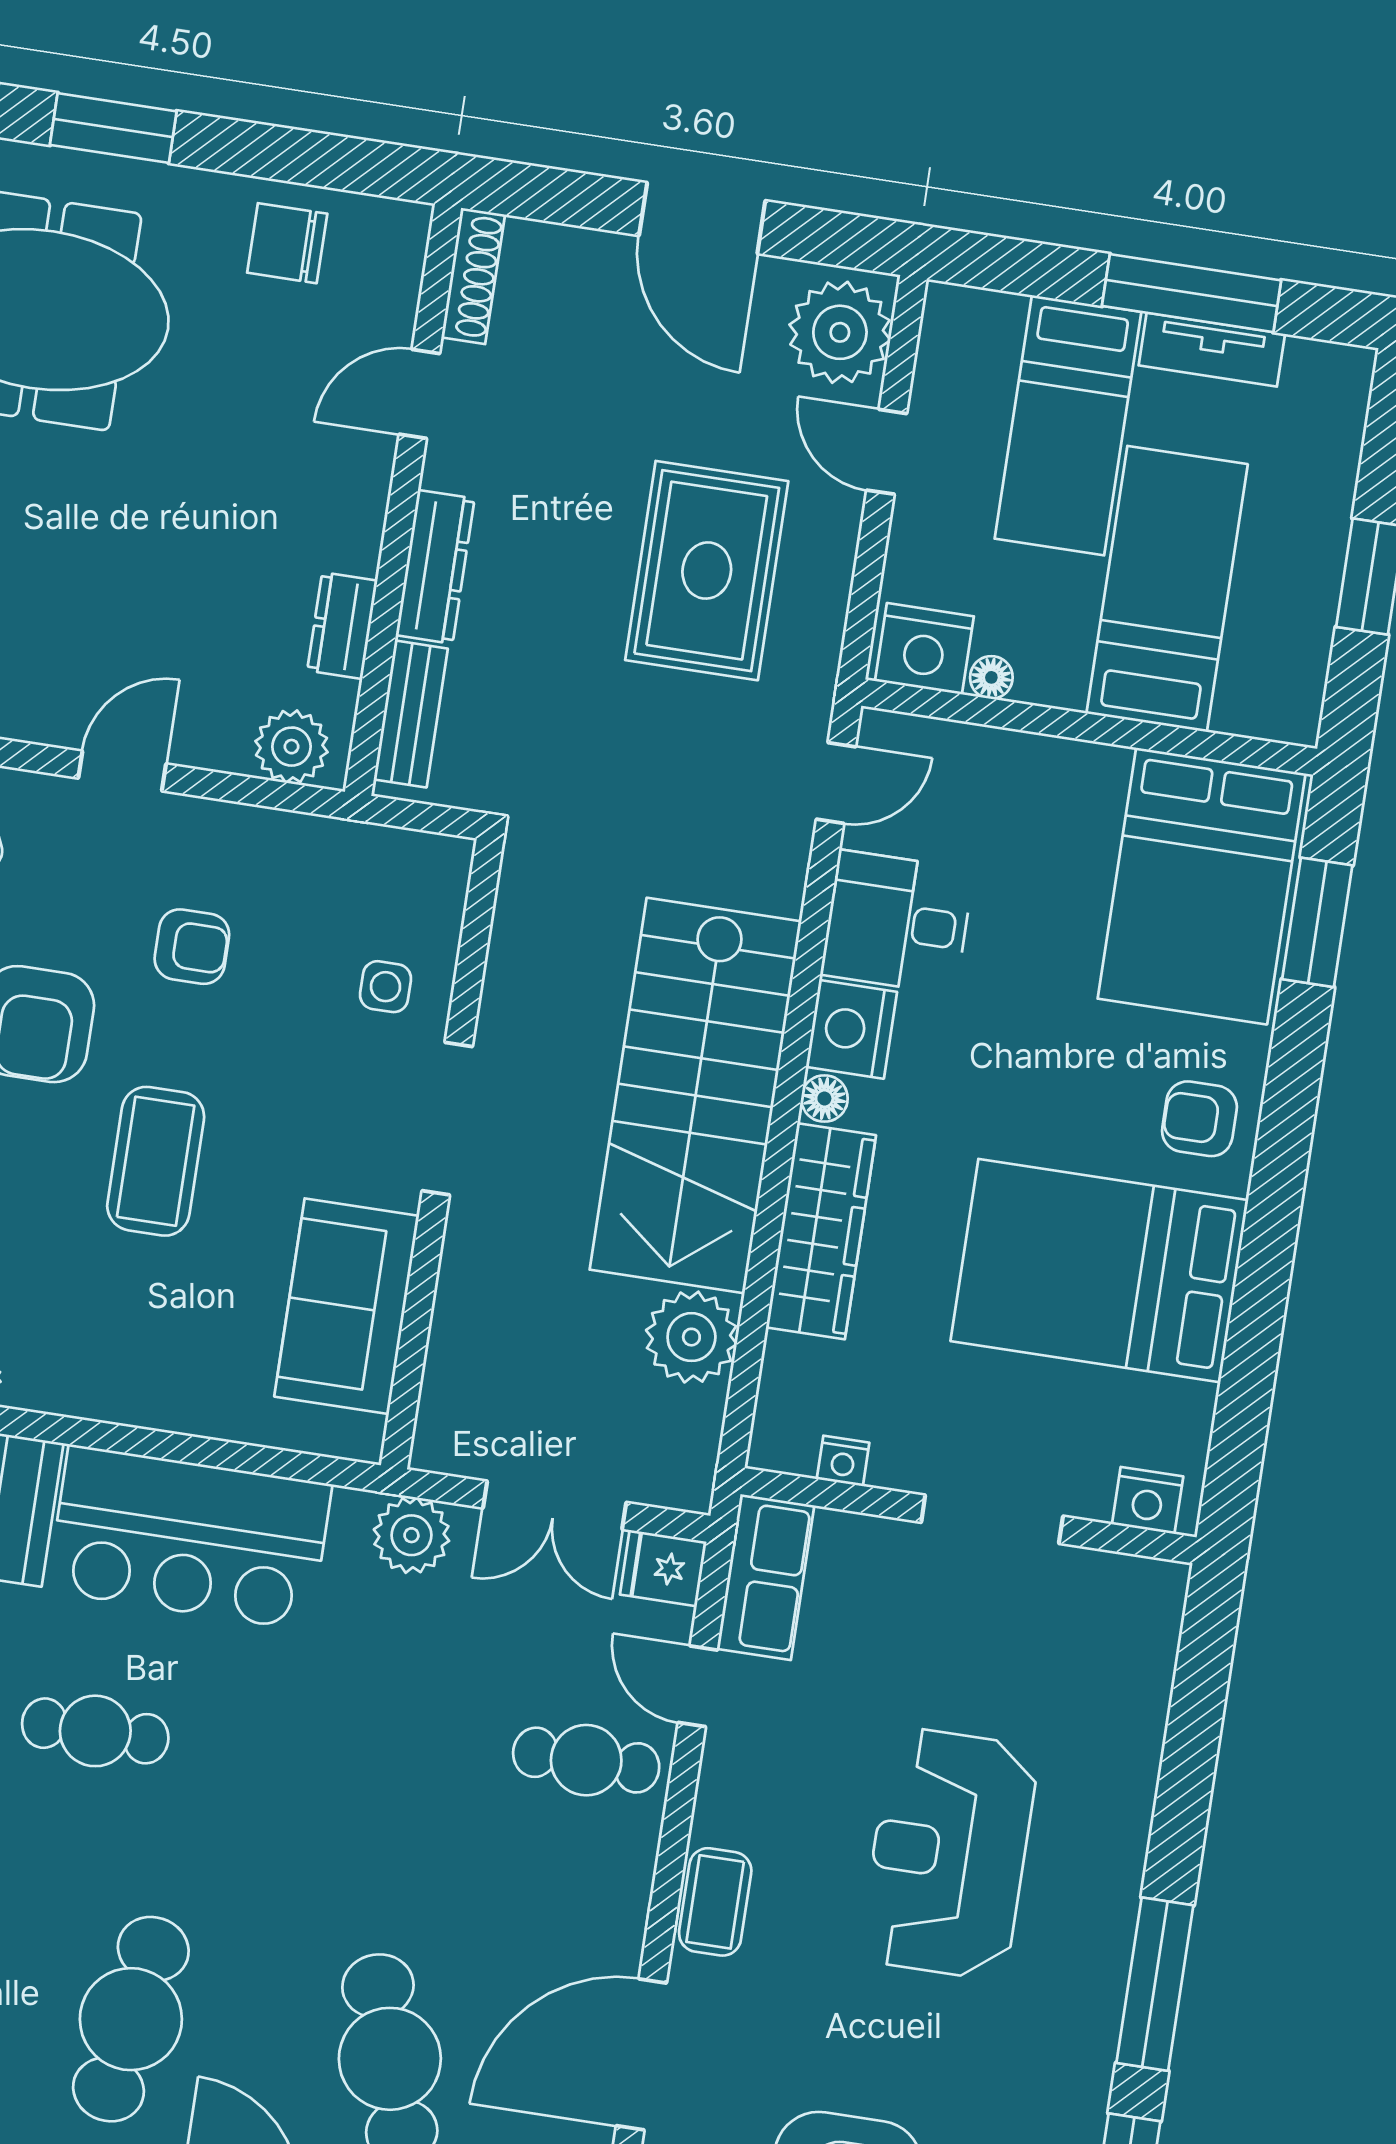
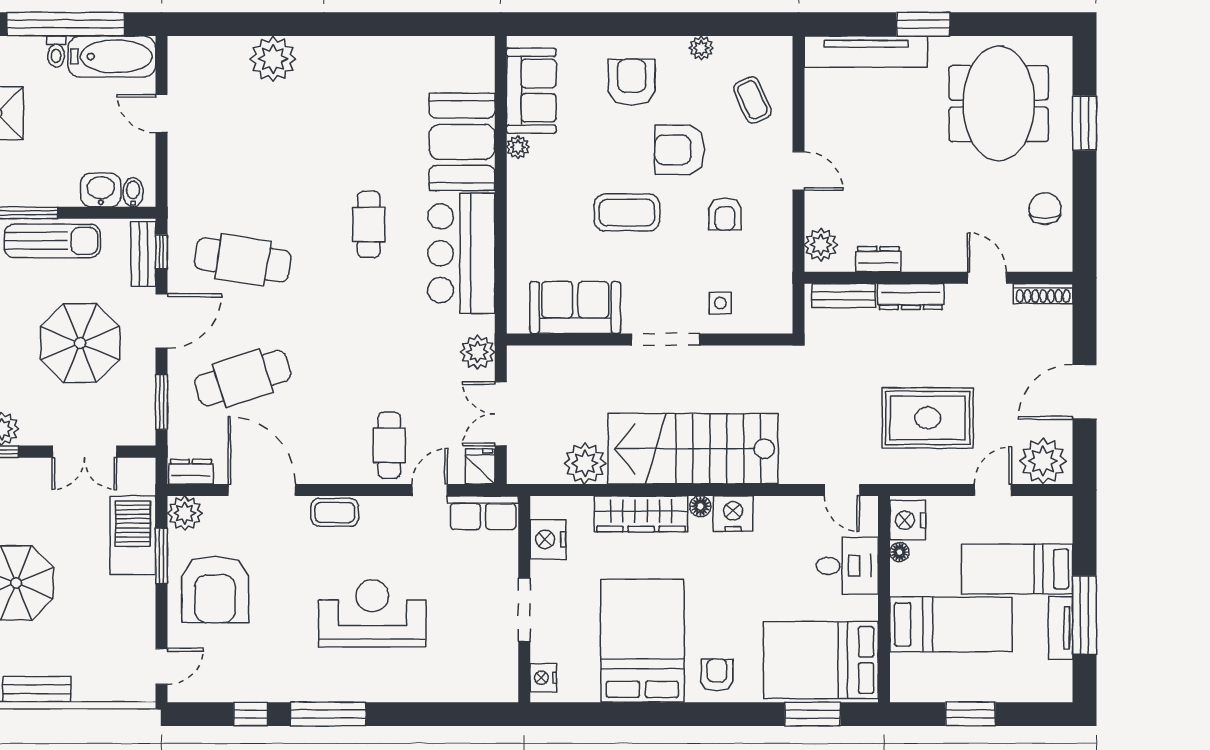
desk: (897, 922) -> (847, 566), moved, turned 90
nightstand: (843, 1461) -> (548, 539), width x1.89, depth x1.79

